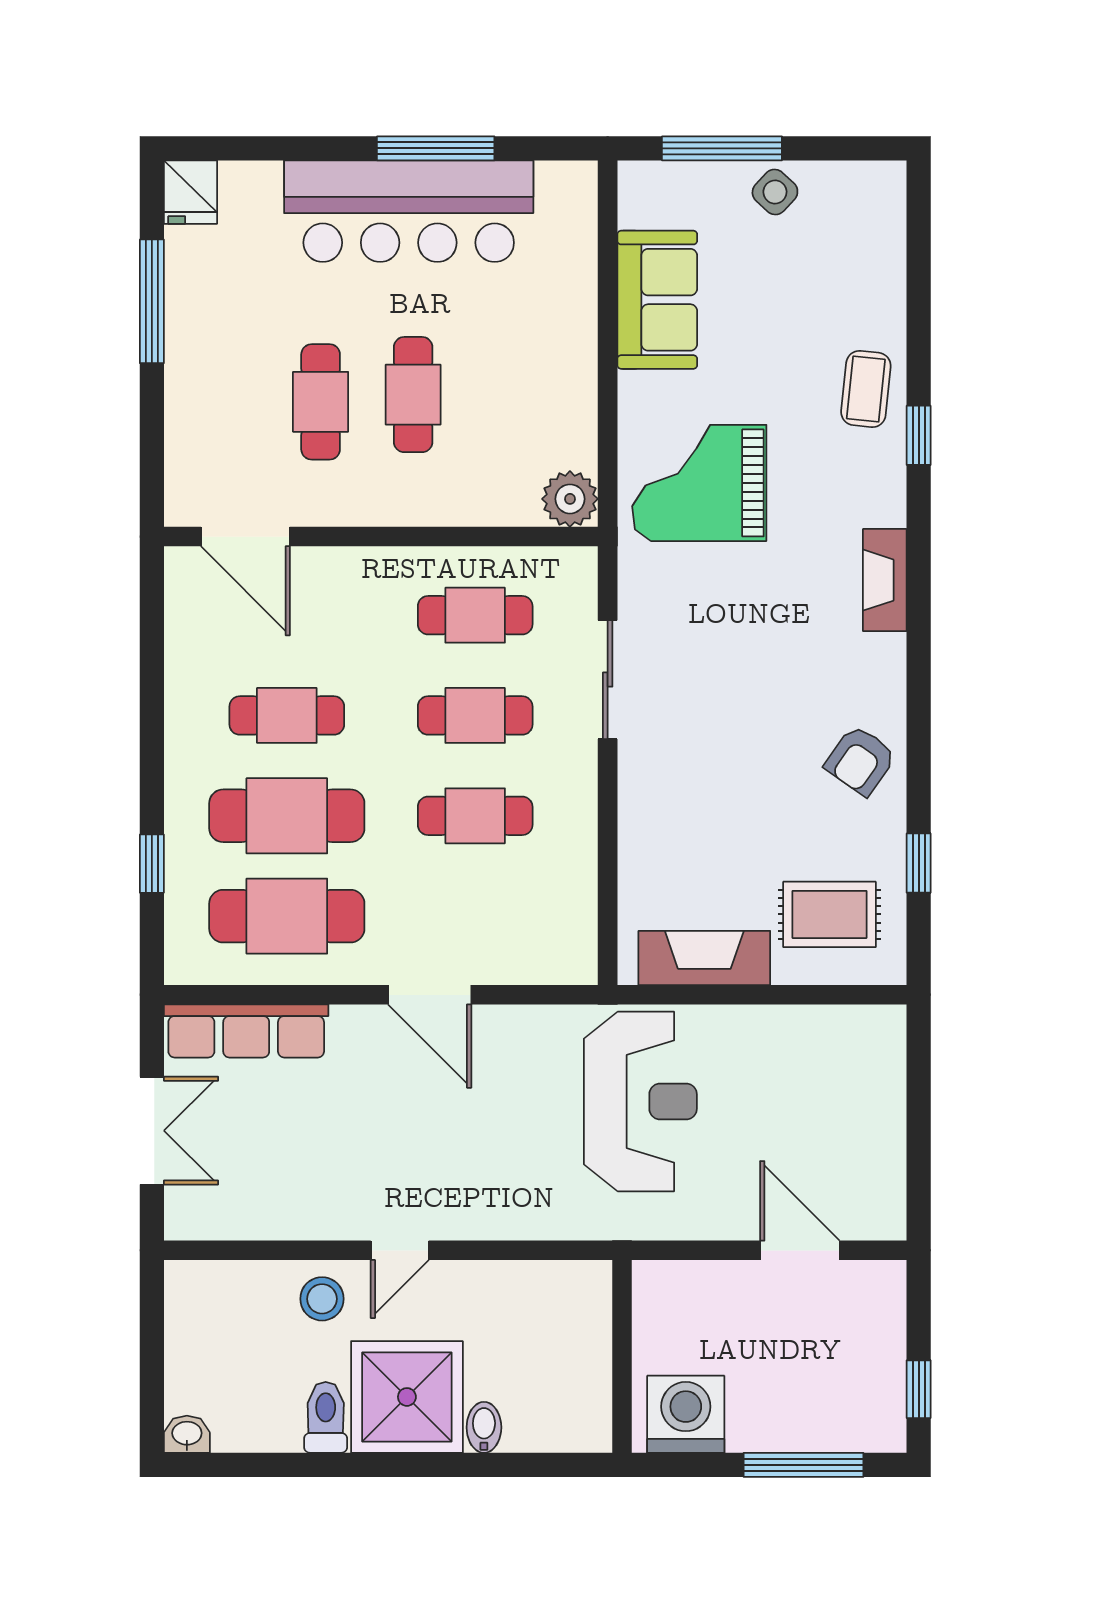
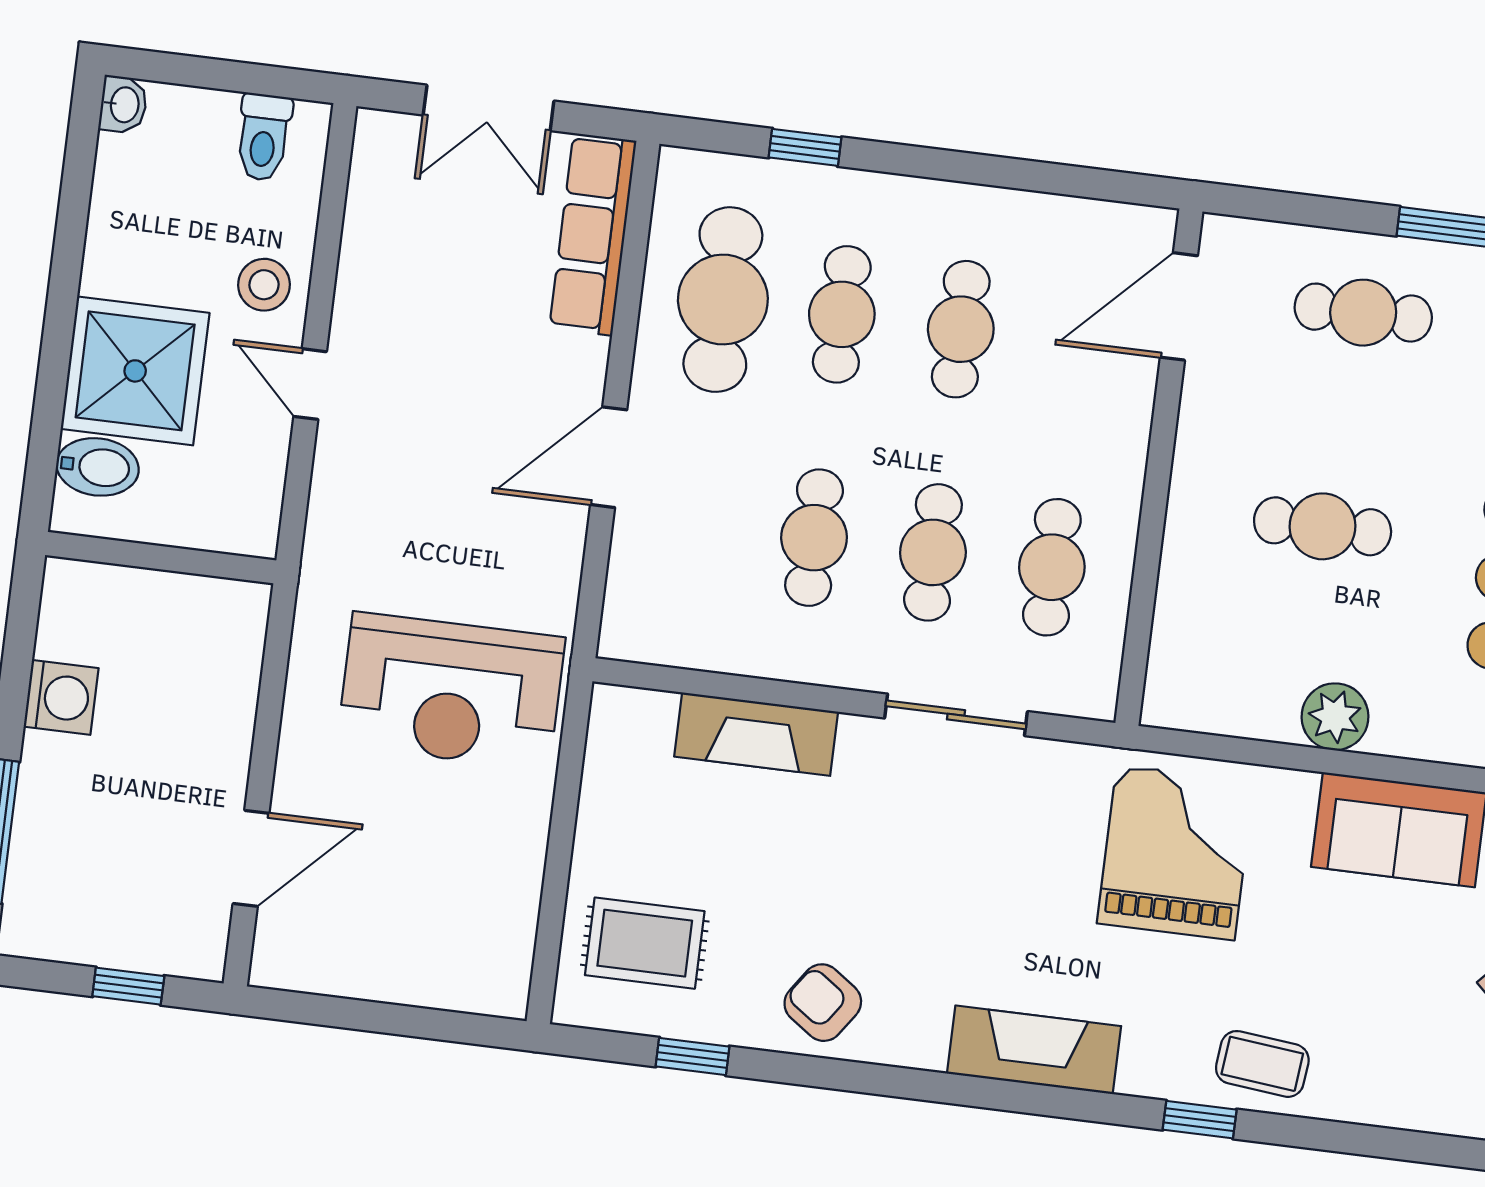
cafe table: (321, 402) -> (1363, 313), moved
plant: (570, 499) -> (1335, 717), moved
fireplace: (885, 580) -> (1034, 1050), width x1.37, depth x1.32
cafe table: (287, 816) -> (842, 314), width x0.73, depth x0.74
rug: (830, 914) -> (645, 943), turned 90
fireplace: (704, 958) -> (756, 734), moved, turned 90
wall: (622, 1356) -> (161, 558), moved
window: (919, 1389) -> (128, 986), moved
washing machine: (686, 1414) -> (61, 697), width x0.73, depth x0.73
toilet: (326, 1417) -> (264, 137), moved, turned 90
bidet: (484, 1427) -> (98, 467), width x1.38, depth x1.36

